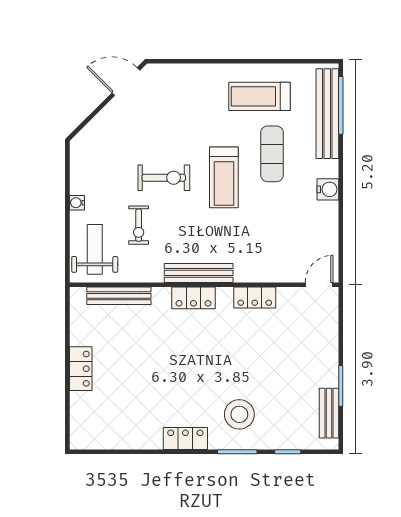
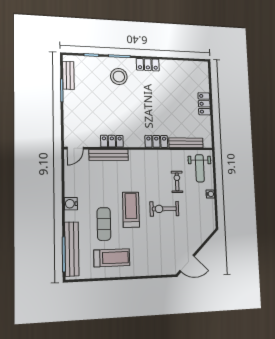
bench: (199, 273) -> (109, 155), moved
locker: (193, 298) -> (156, 141), moved

